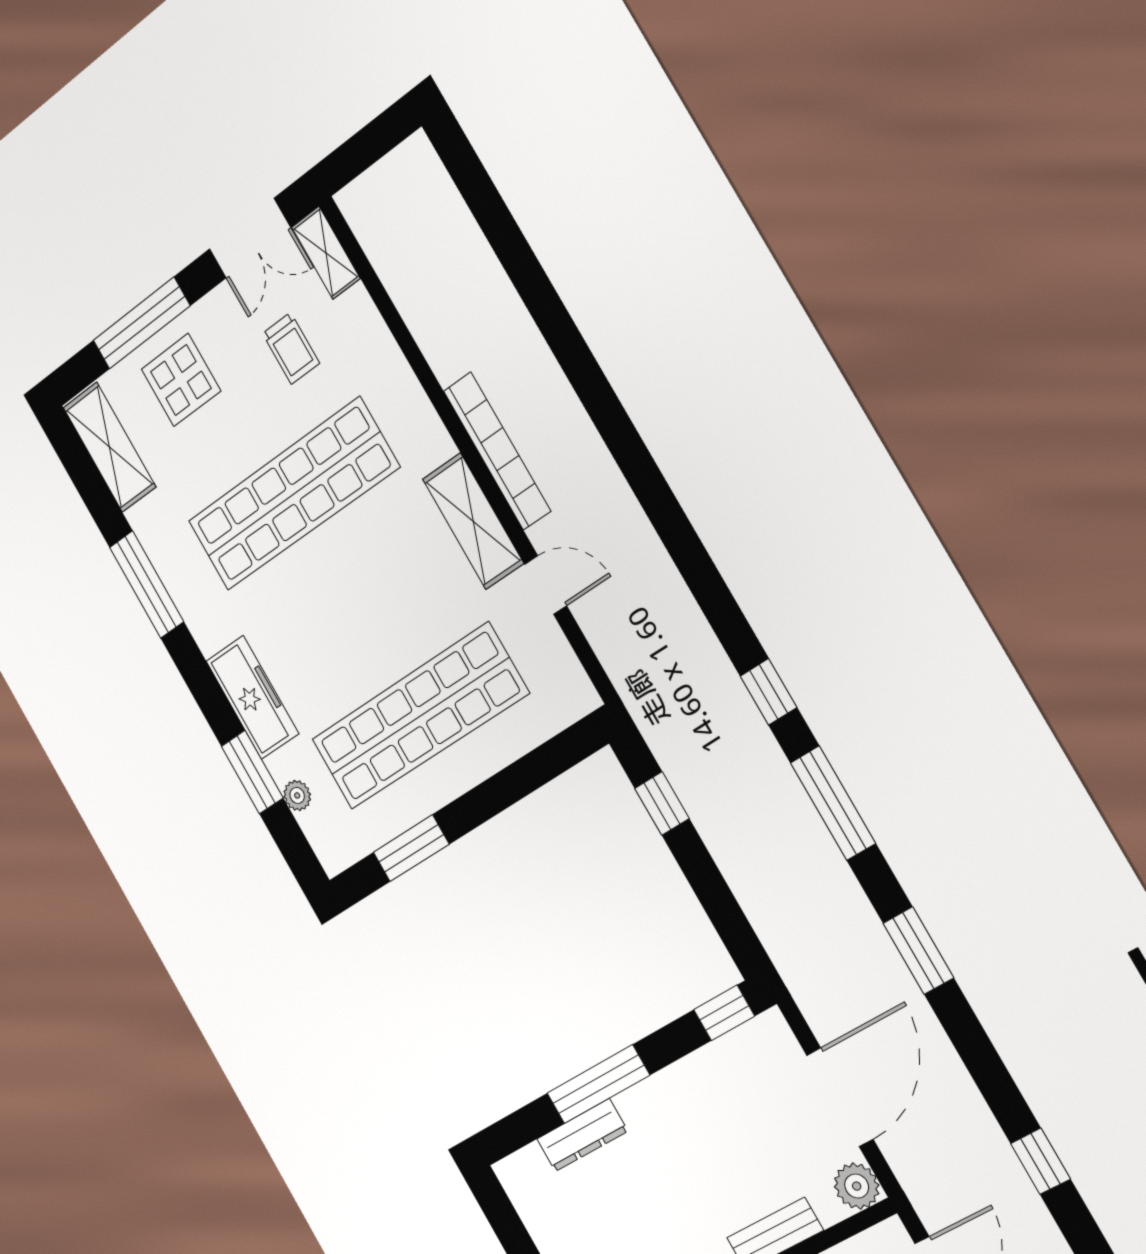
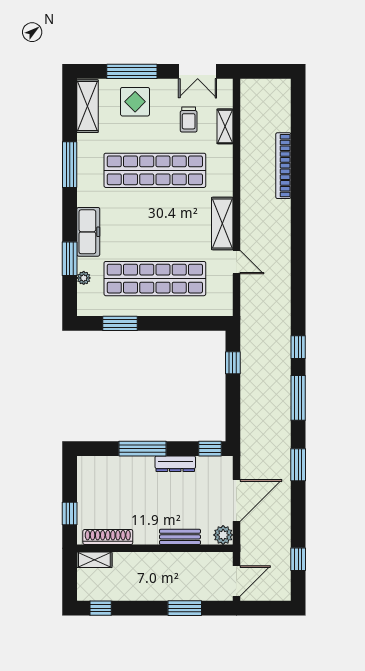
shelving: (326, 253) -> (225, 126), moved
bookcase: (497, 451) -> (283, 166), moved, turned 180
dresser: (582, 1135) -> (175, 464), moved

